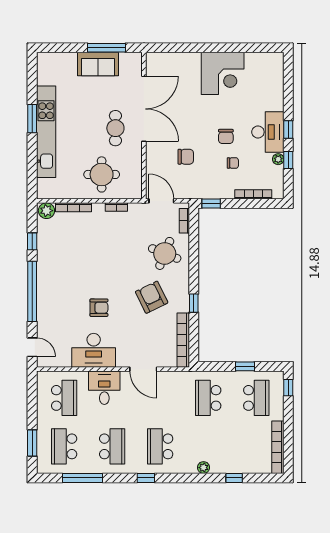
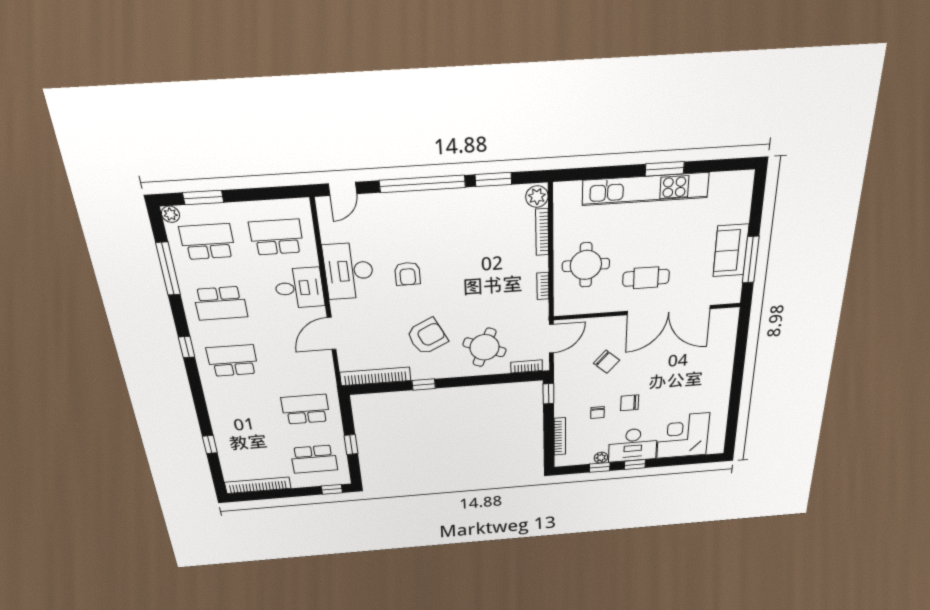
corner desk: (223, 73) -> (683, 436), moved, turned 90
chair: (186, 157) -> (607, 362), turned -48
window: (32, 241) -> (493, 179), width x1.50
school desk: (64, 398) -> (276, 237), turned 180
plant: (203, 468) -> (170, 214), moved

